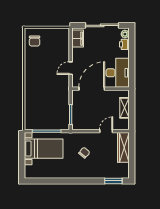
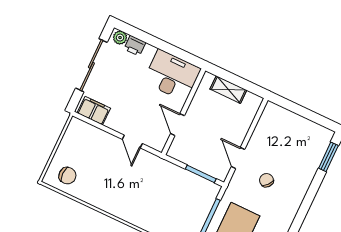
door: (92, 89) -> (177, 125), width x0.53
door: (106, 131) -> (238, 158), moved
wardrobe: (123, 147) -> (286, 119), removed

